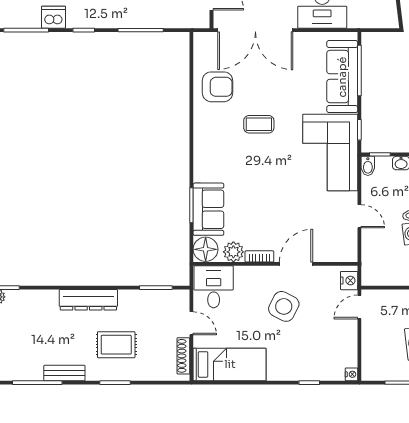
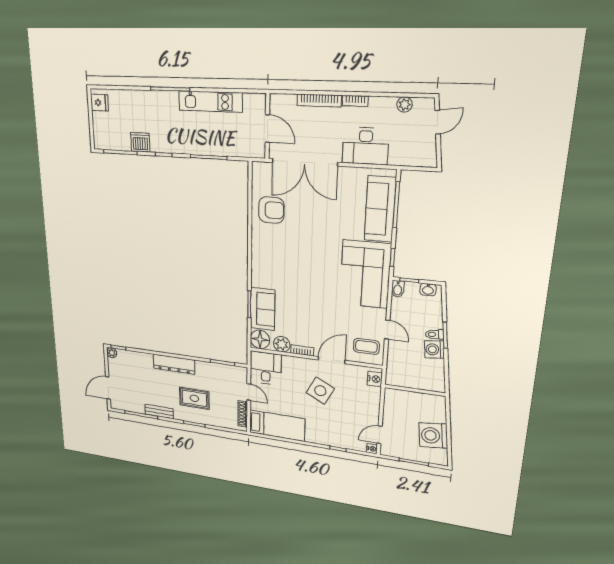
coffee table: (259, 124) -> (366, 346), moved
door: (359, 307) -> (380, 435), moved

